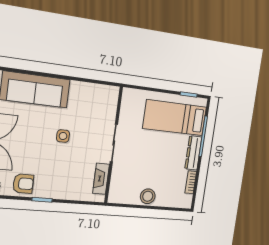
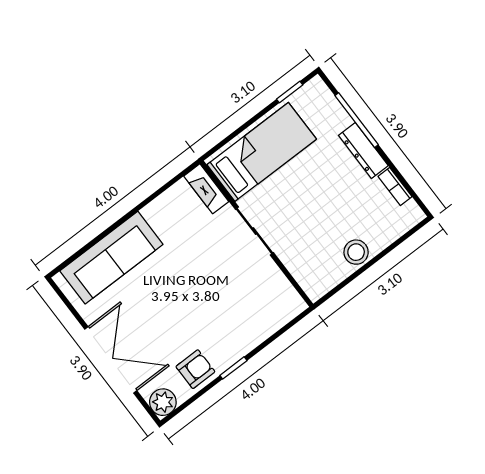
bed: (175, 118) -> (262, 152), moved, turned 180
side table: (63, 136) -> (189, 278), removed
fireplace: (101, 179) -> (206, 189), moved

